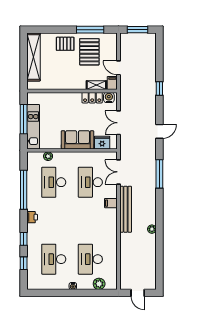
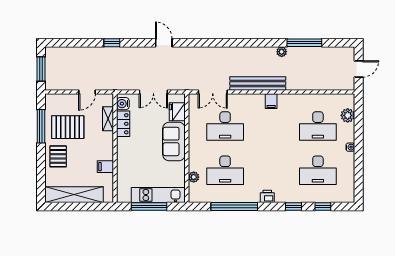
filing cabinet: (112, 83) -> (105, 167), moved
window: (159, 174) -> (304, 43), moved
filing cabinet: (111, 203) -> (271, 101), moved

